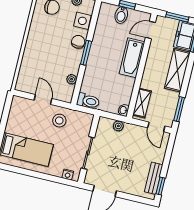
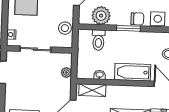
plant: (72, 79) -> (101, 16), width x1.87, depth x1.87
toilet: (88, 101) -> (98, 40), moved
washbasin: (123, 110) -> (100, 75), moved
stool: (59, 121) -> (65, 28), moved

